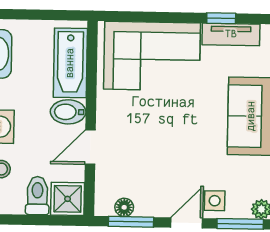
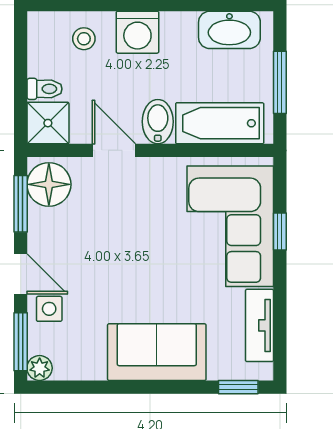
window: (39, 15) -> (280, 82), added
window: (221, 18) -> (280, 231), moved
toilet: (37, 196) -> (44, 89), width x0.73, depth x0.72
floor lamp: (124, 207) -> (49, 184), width x1.89, depth x1.89

